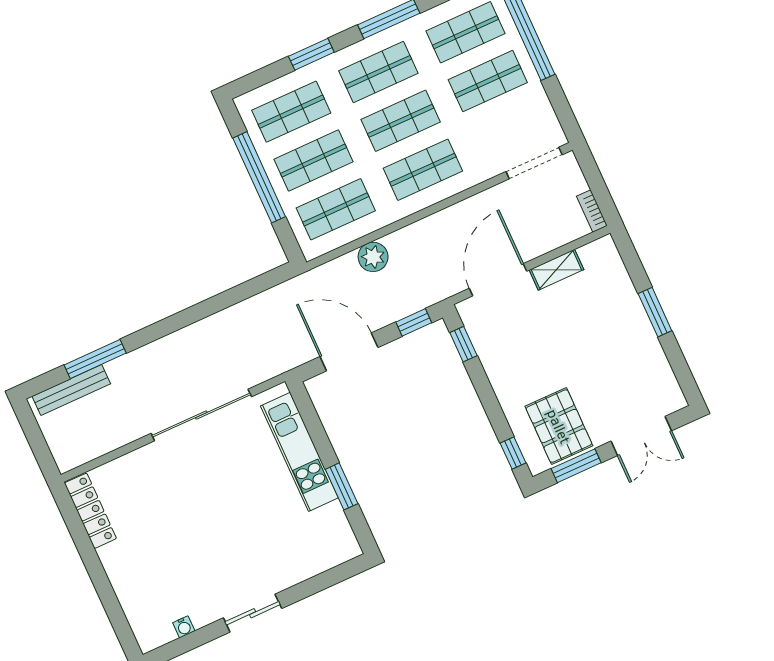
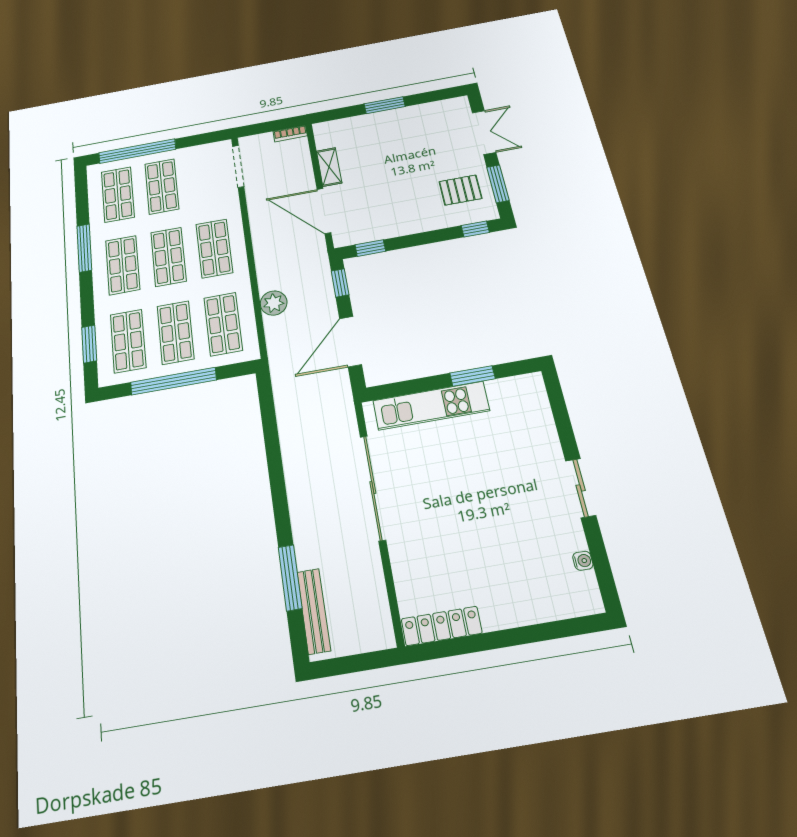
window: (311, 54) -> (89, 344), moved
pallet: (559, 426) -> (460, 190), width x0.67, depth x0.71

